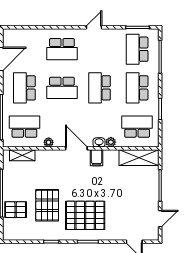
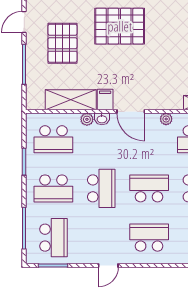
school desk: (137, 88) -> (53, 188), turned 90
shelving: (139, 158) -> (71, 100), moved
pallet: (47, 205) -> (62, 43), moved

